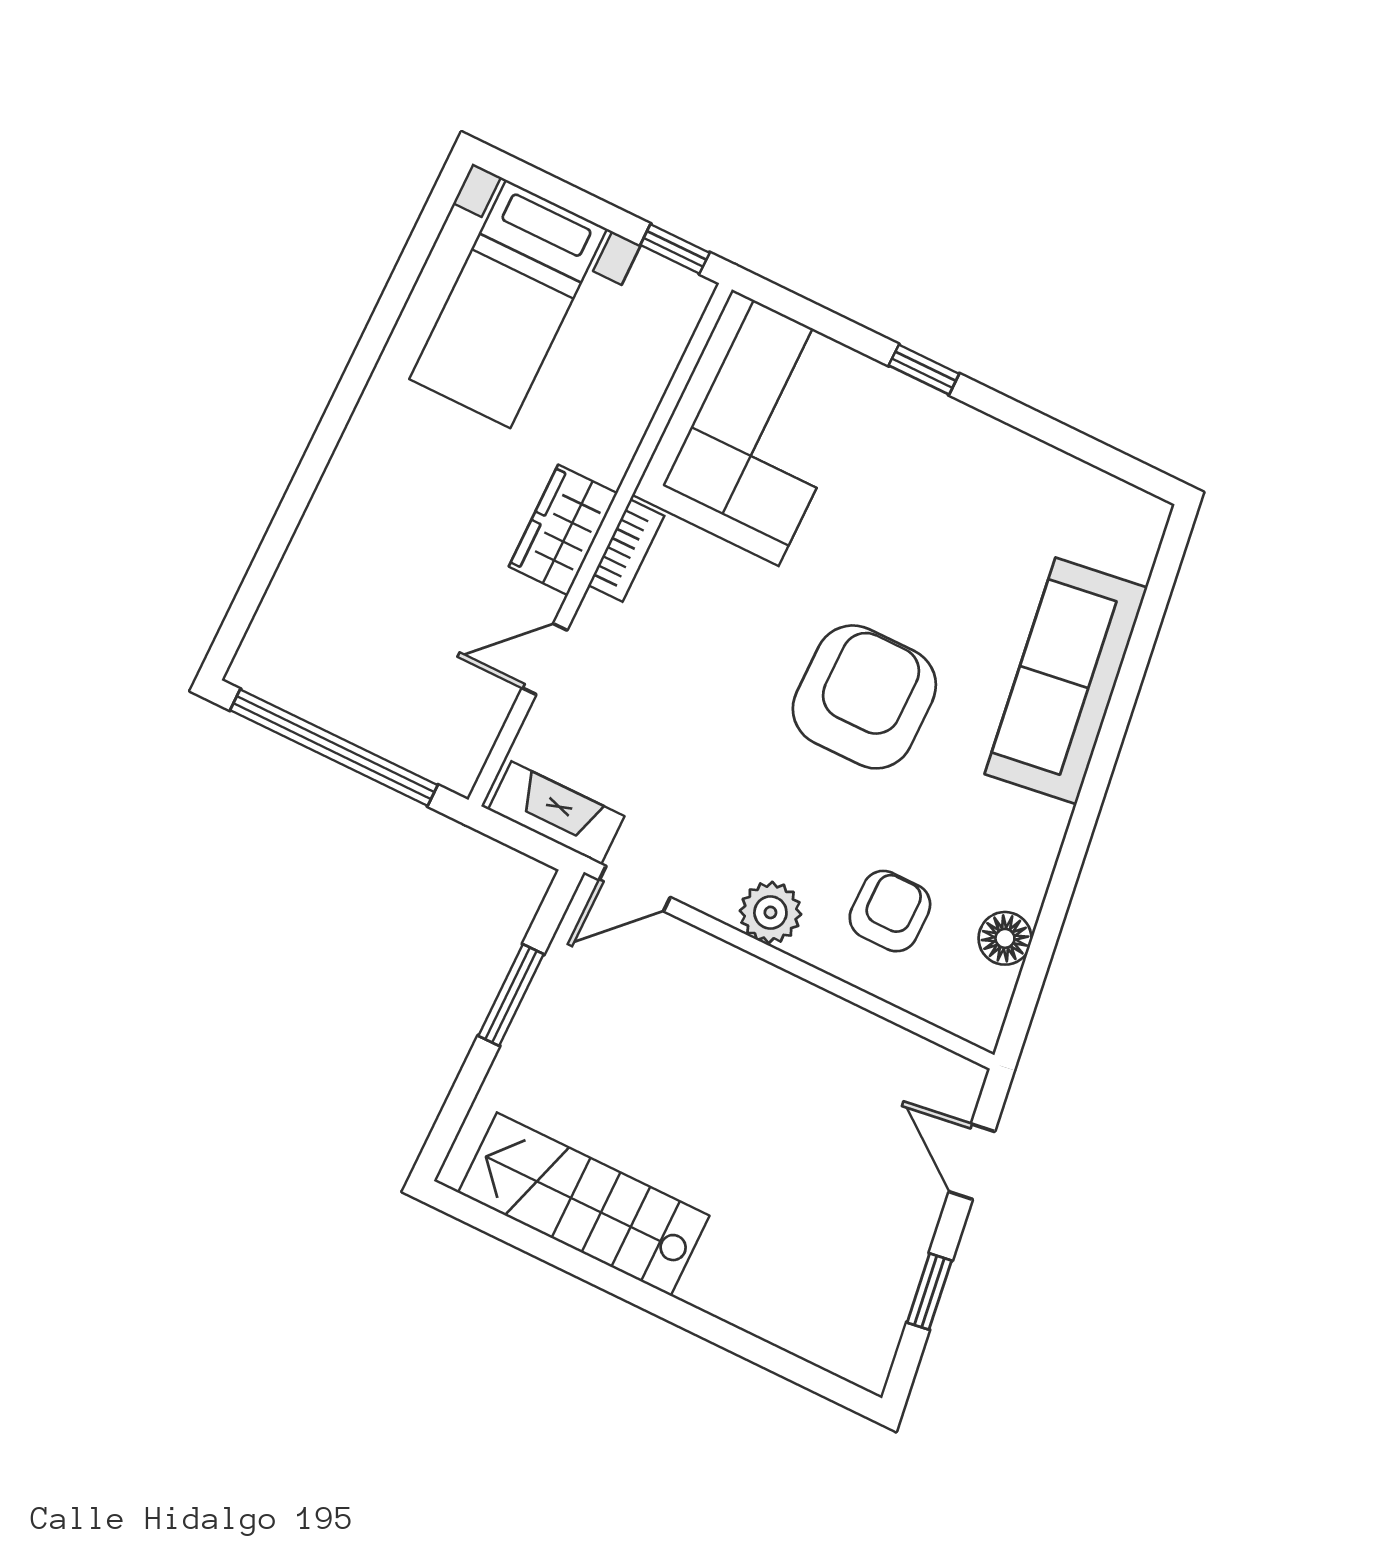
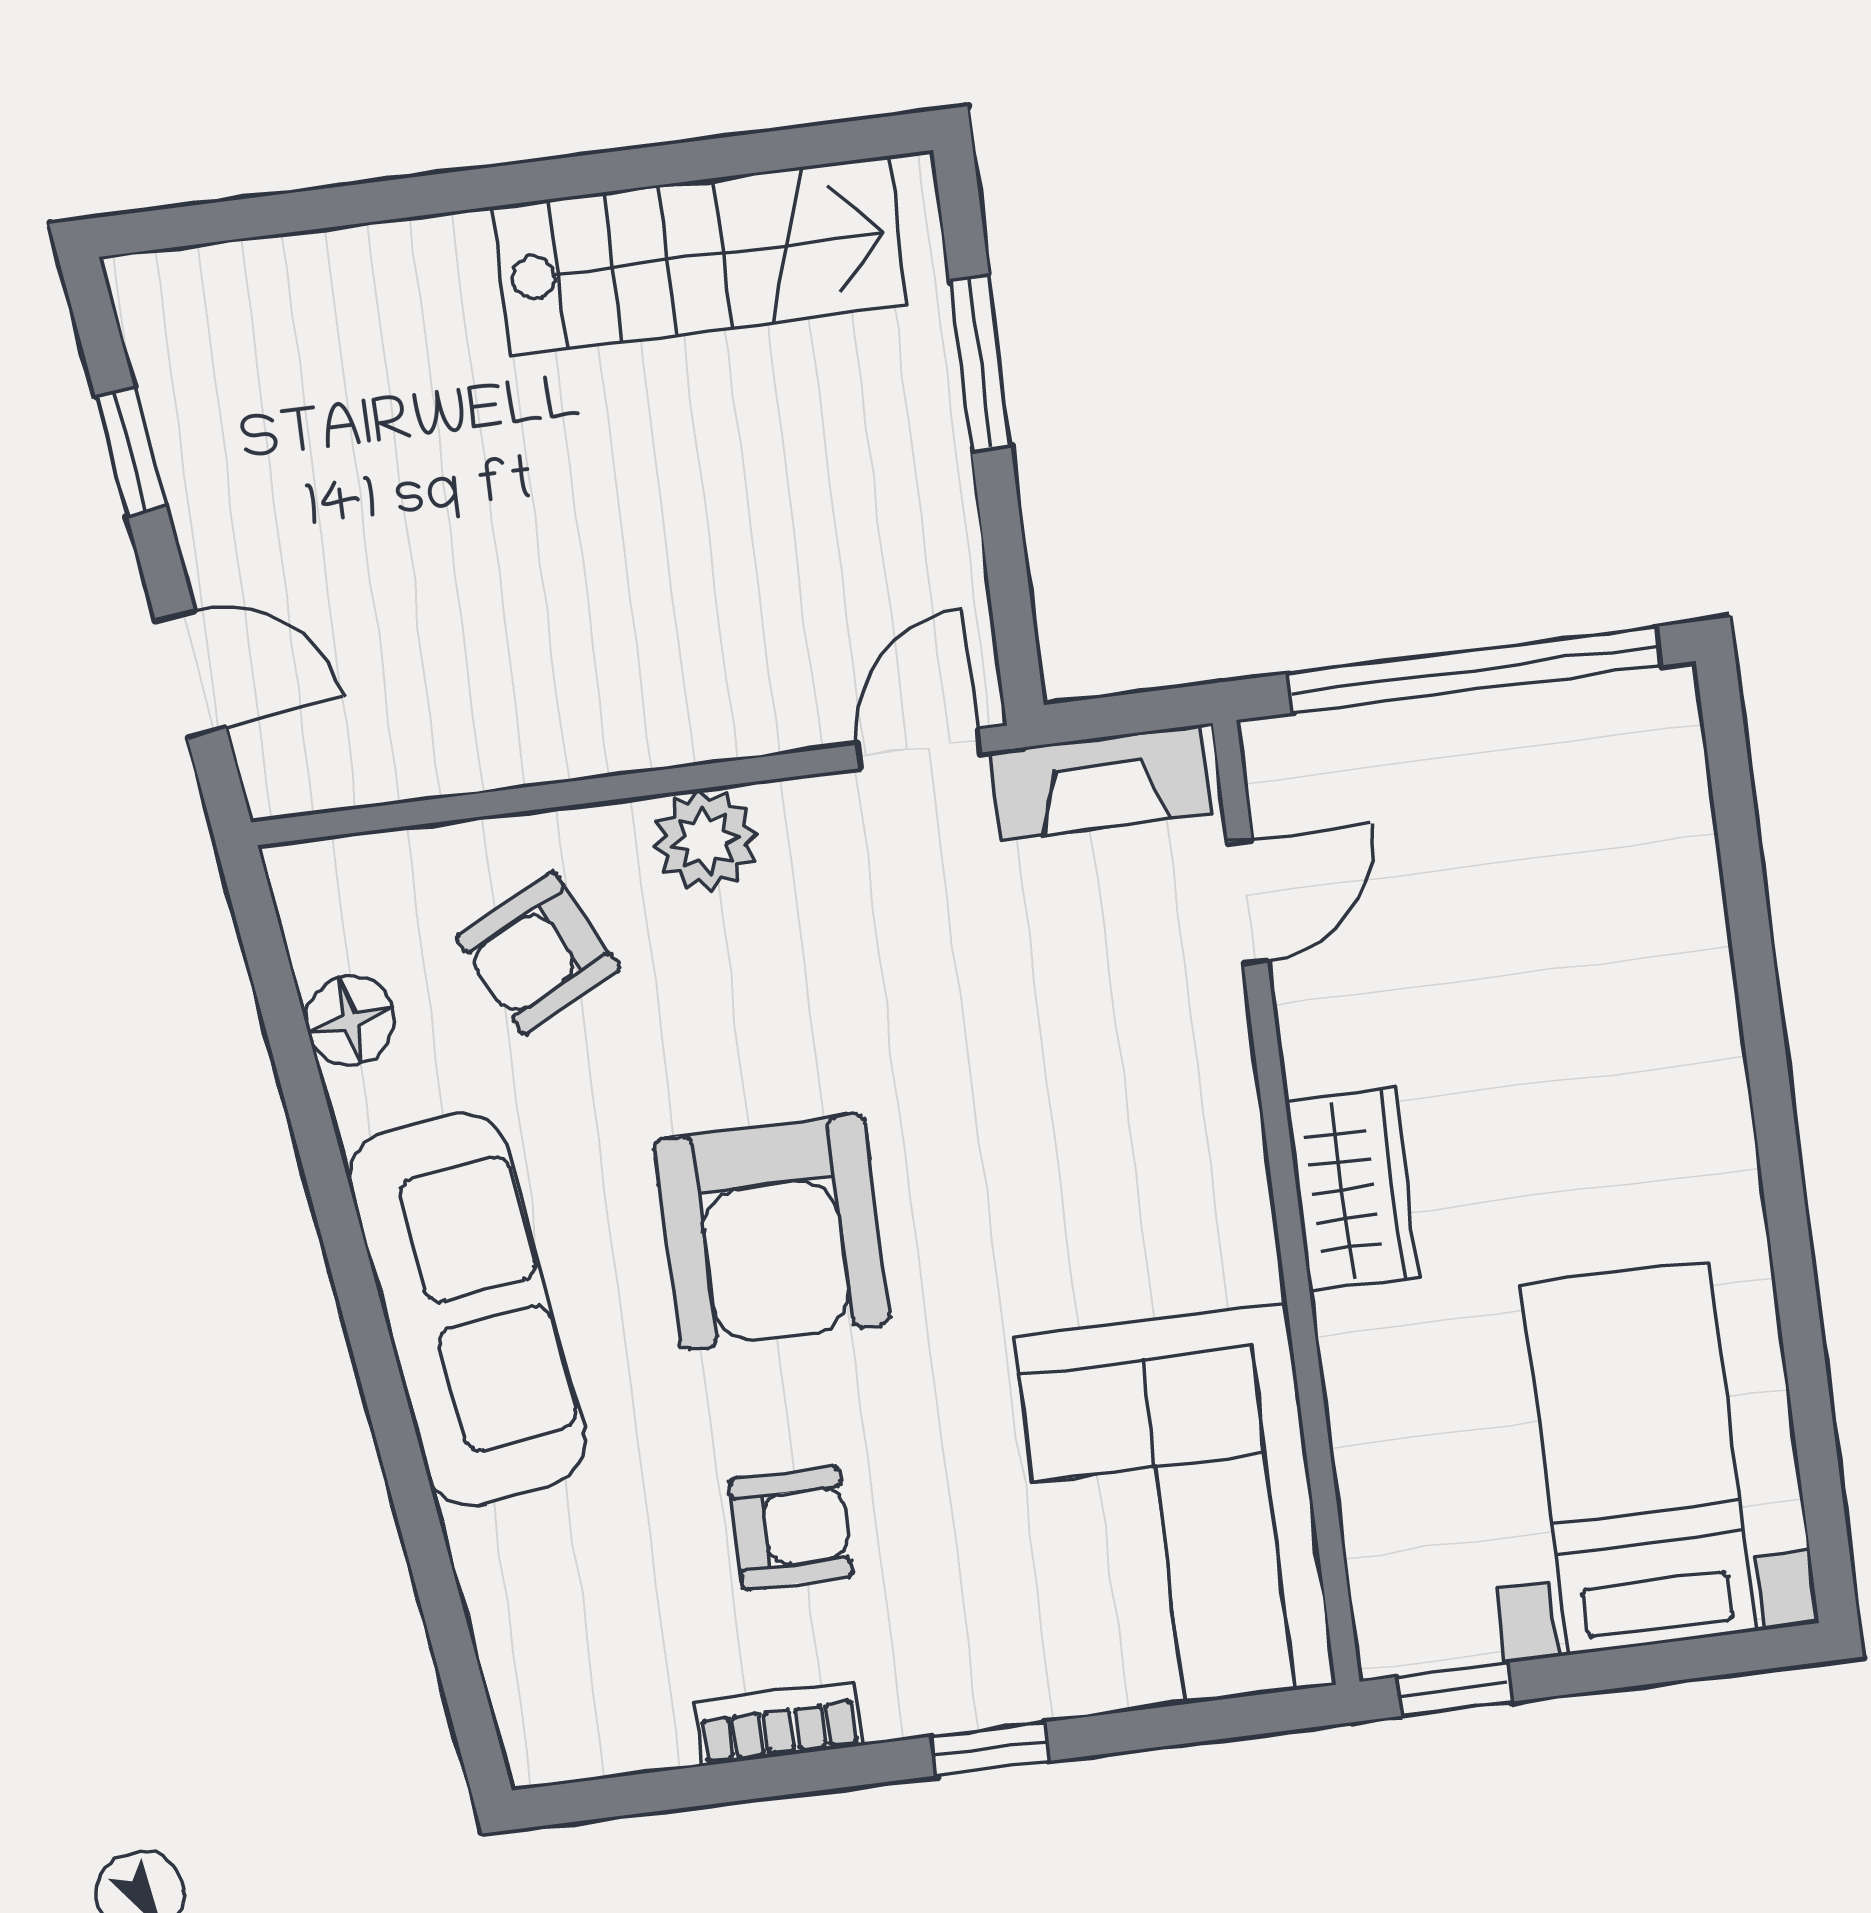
armchair: (951, 544) -> (791, 1528), added
bookcase: (626, 551) -> (778, 1724), moved, turned 90
door: (545, 659) -> (1248, 902), moved
sofa: (1066, 681) -> (467, 1309), moved
armchair: (890, 911) -> (538, 953), turned 63
window: (511, 995) -> (980, 363), moved

